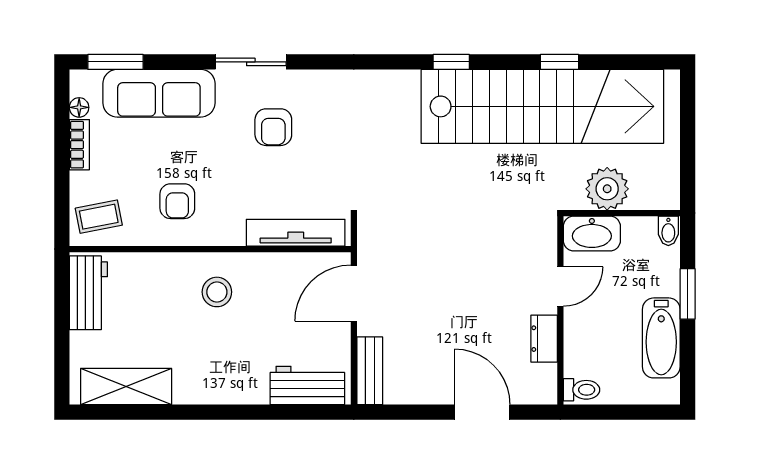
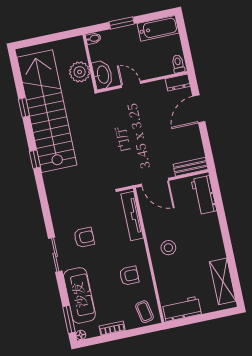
floor lamp: (79, 107) -> (81, 335), moved
bathtub: (661, 338) -> (158, 28), moved
dresser: (544, 339) -> (178, 83), moved

